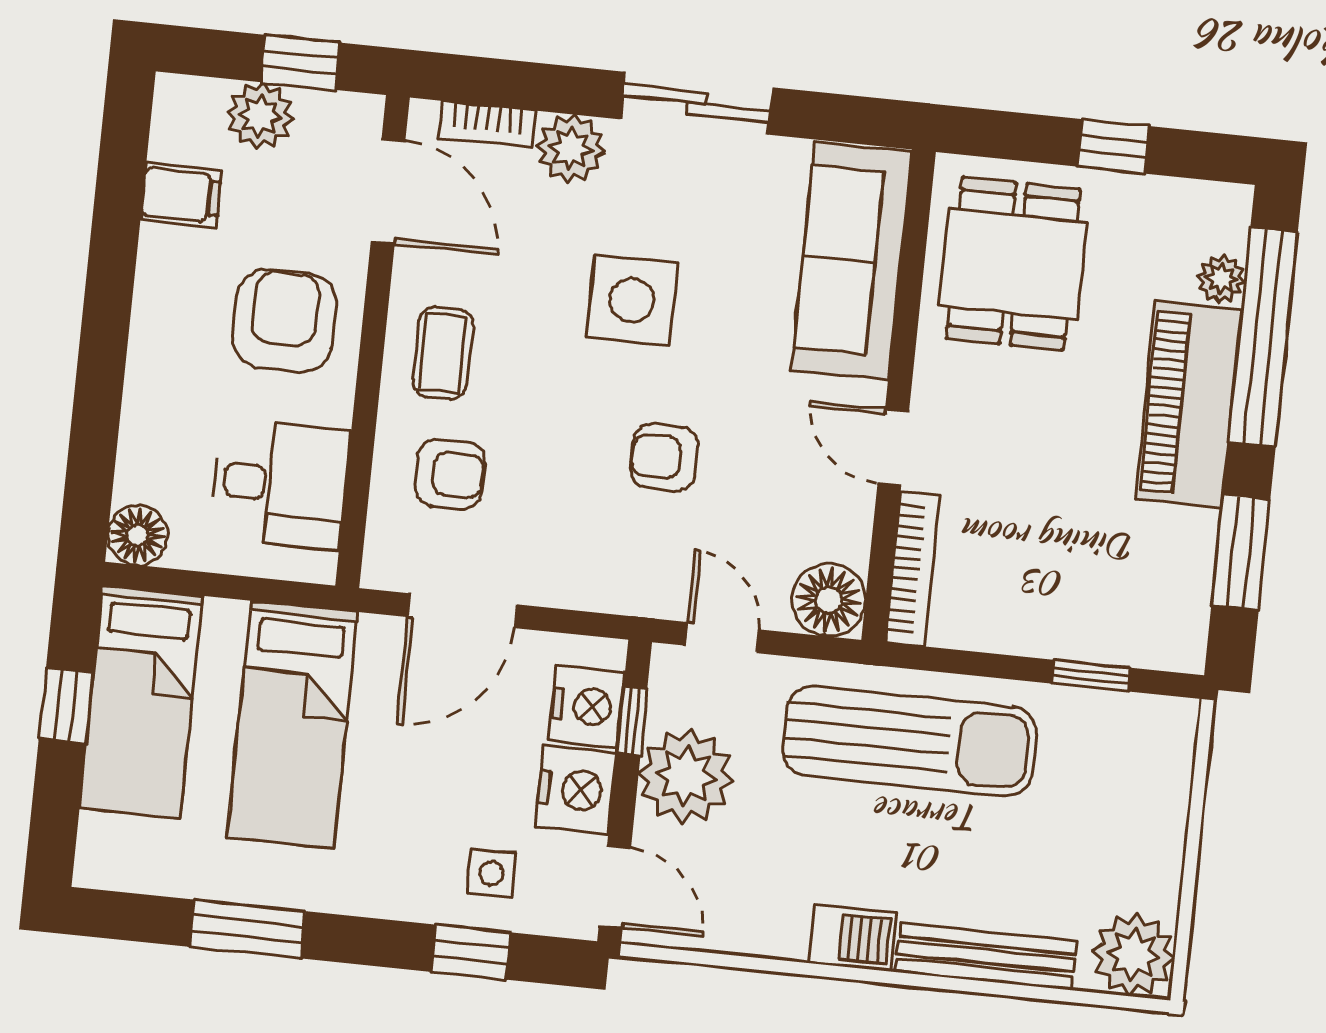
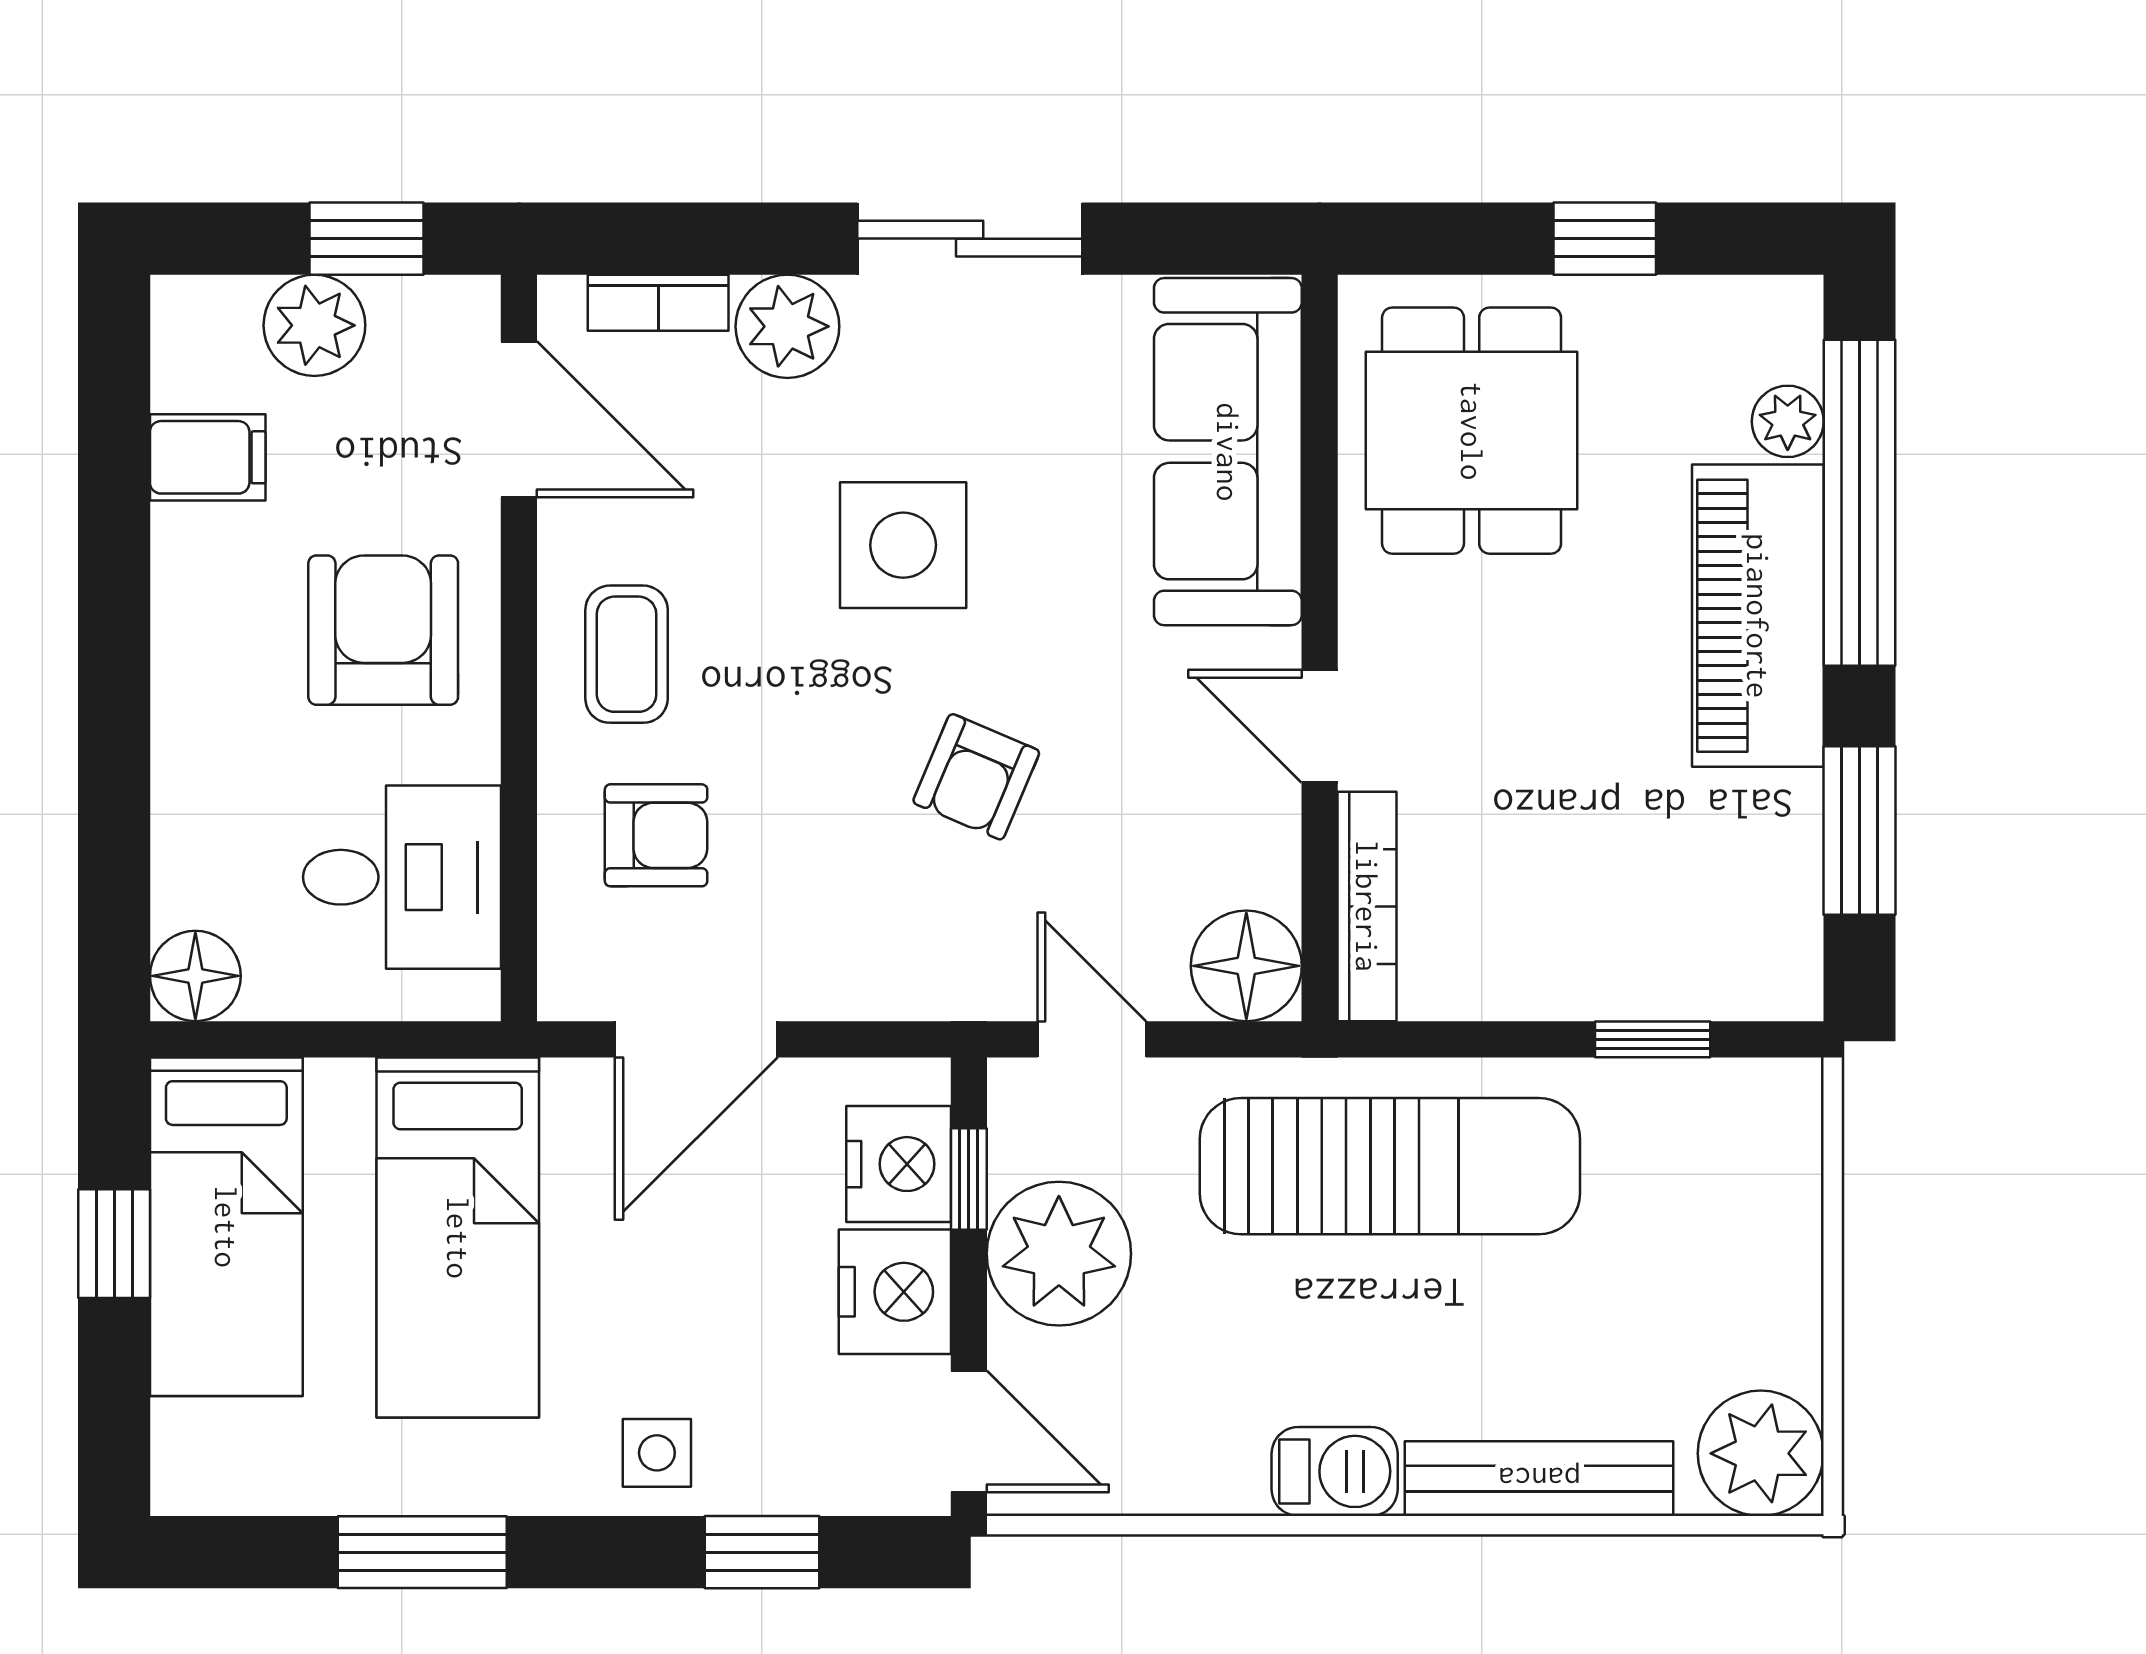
armchair: (664, 457) -> (976, 777), turned -67
side table: (491, 873) -> (657, 1453), moved

